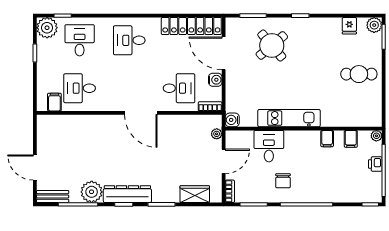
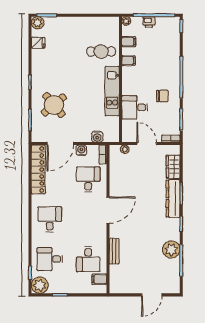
desk: (129, 40) -> (50, 219), turned 180
cafe table: (359, 74) -> (101, 52), moved, turned 90
water cooler: (232, 120) -> (97, 137), moved
dresser: (127, 194) -> (173, 199), moved
bench: (53, 196) -> (114, 251), moved

